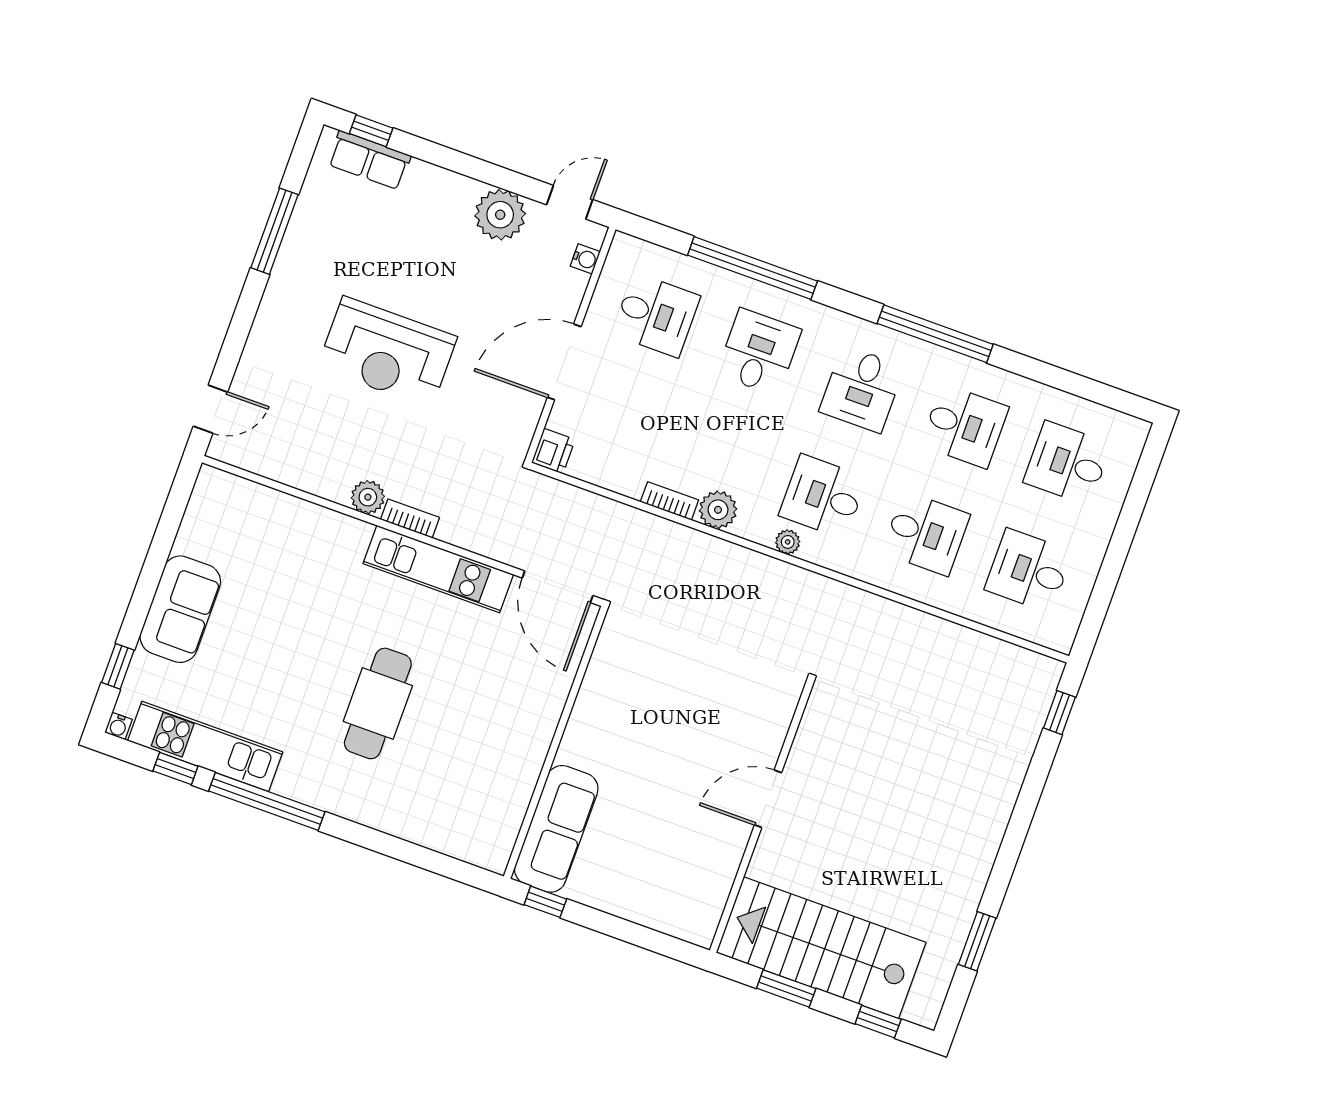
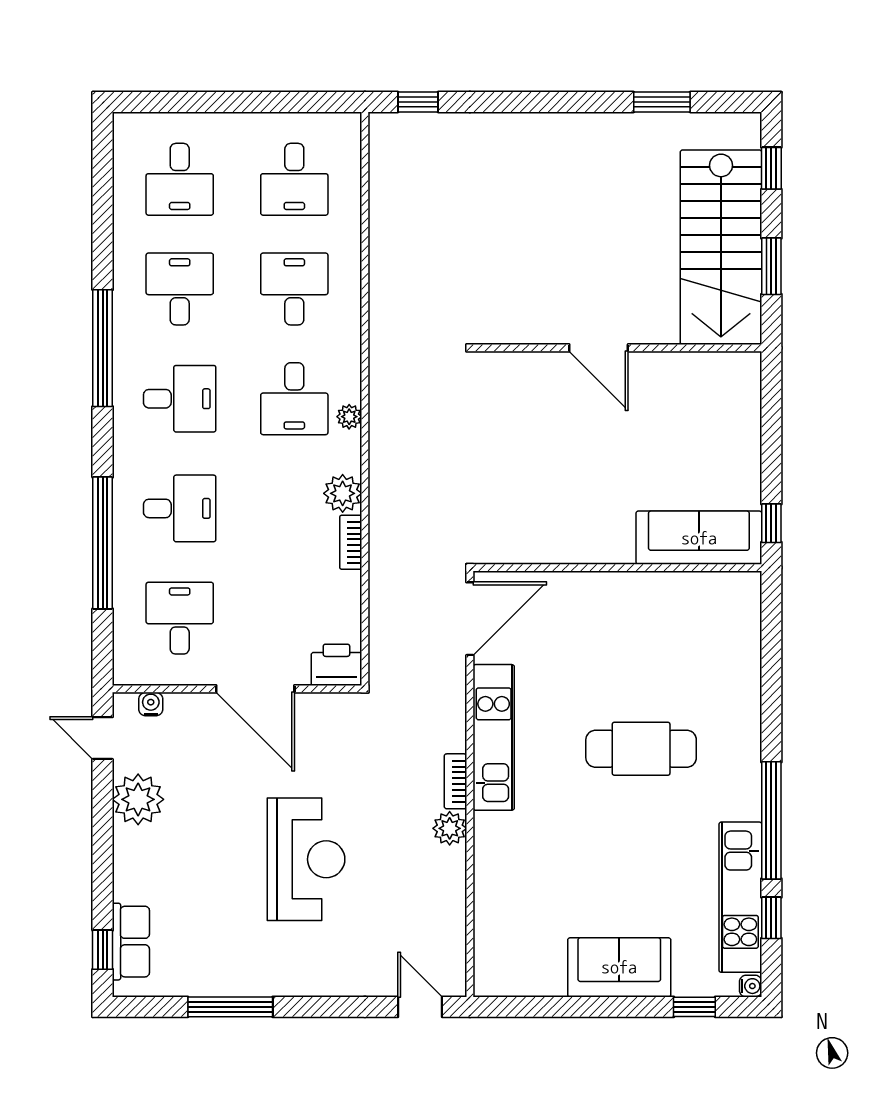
desk: (759, 352) -> (180, 508), turned 180
printer: (553, 451) -> (336, 665), width x1.36, depth x1.24

